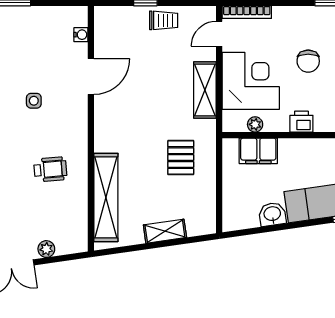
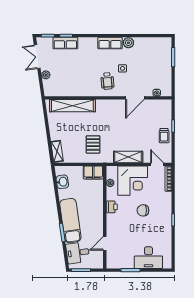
door: (91, 77) -> (135, 98), hinge flipped
filing cabinet: (258, 151) -> (93, 172), moved, turned -90
pallet: (181, 158) -> (93, 144), turned 90
wheelchair: (50, 169) -> (107, 81), moved
washbasin: (272, 214) -> (62, 182), moved
shelving: (165, 231) -> (57, 151), moved

